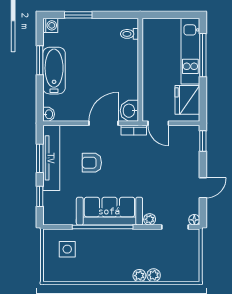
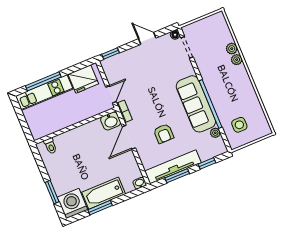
washing machine: (50, 25) -> (72, 203), width x1.89, depth x1.89
door: (104, 123) -> (129, 137), hinge flipped
plant: (150, 219) -> (215, 133), moved

